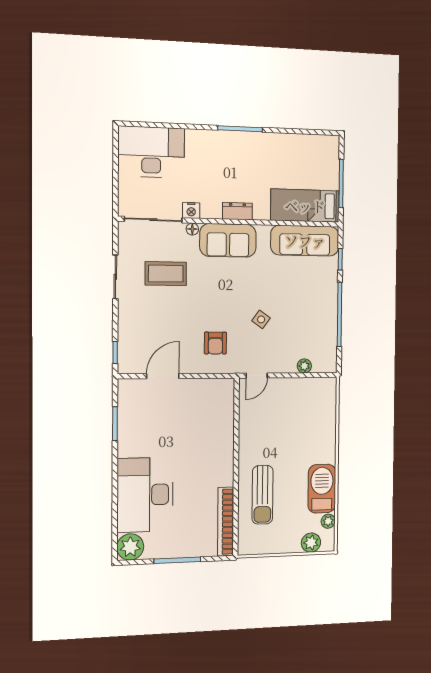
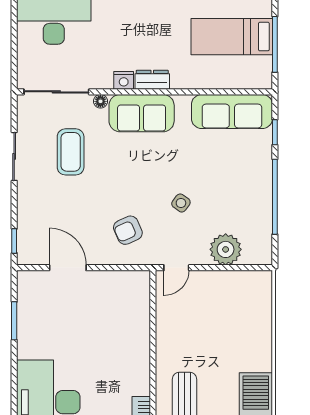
bed: (305, 206) -> (232, 37), moved
nightstand: (191, 211) -> (124, 80), moved
coffee table: (166, 274) -> (71, 152), turned 90
armchair: (215, 343) -> (128, 230), turned 66
plant: (304, 366) -> (226, 249), width x1.88, depth x1.88
door: (163, 376) -> (68, 268), hinge flipped

